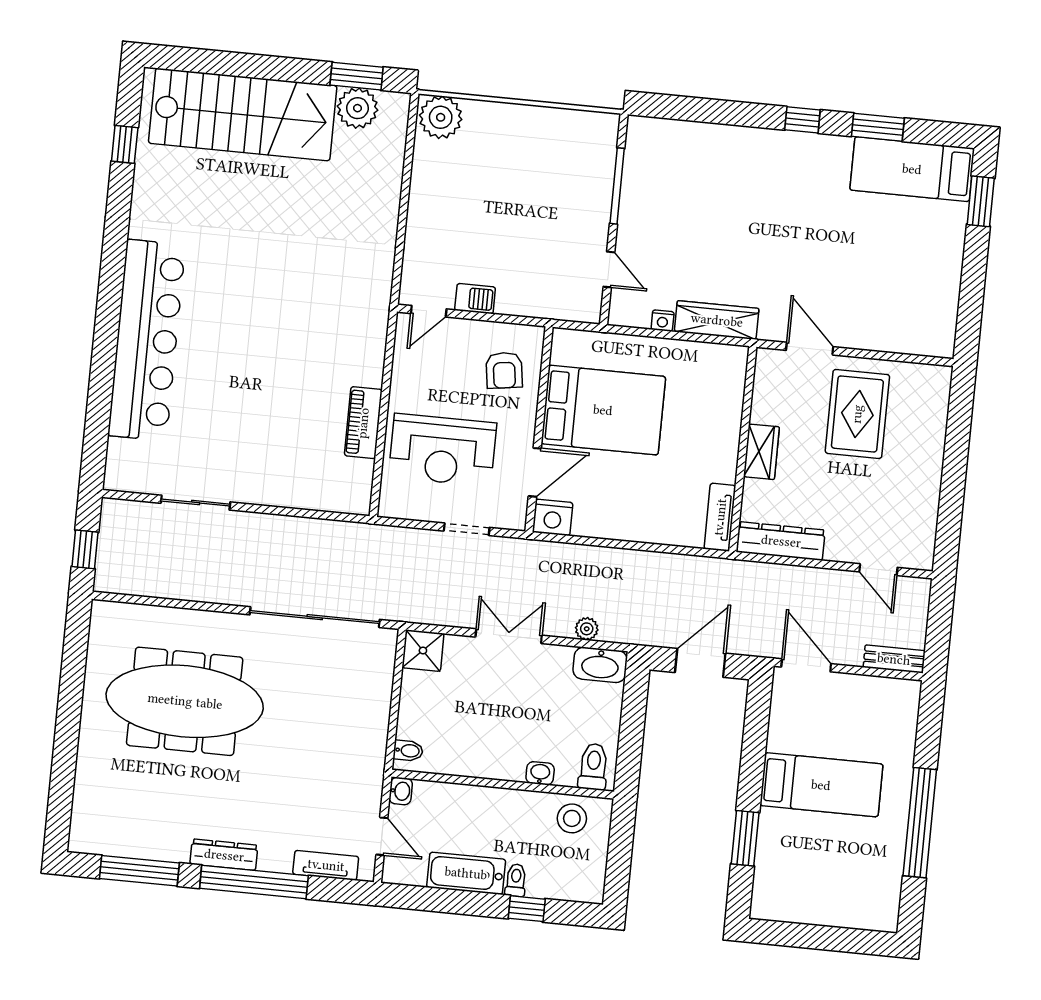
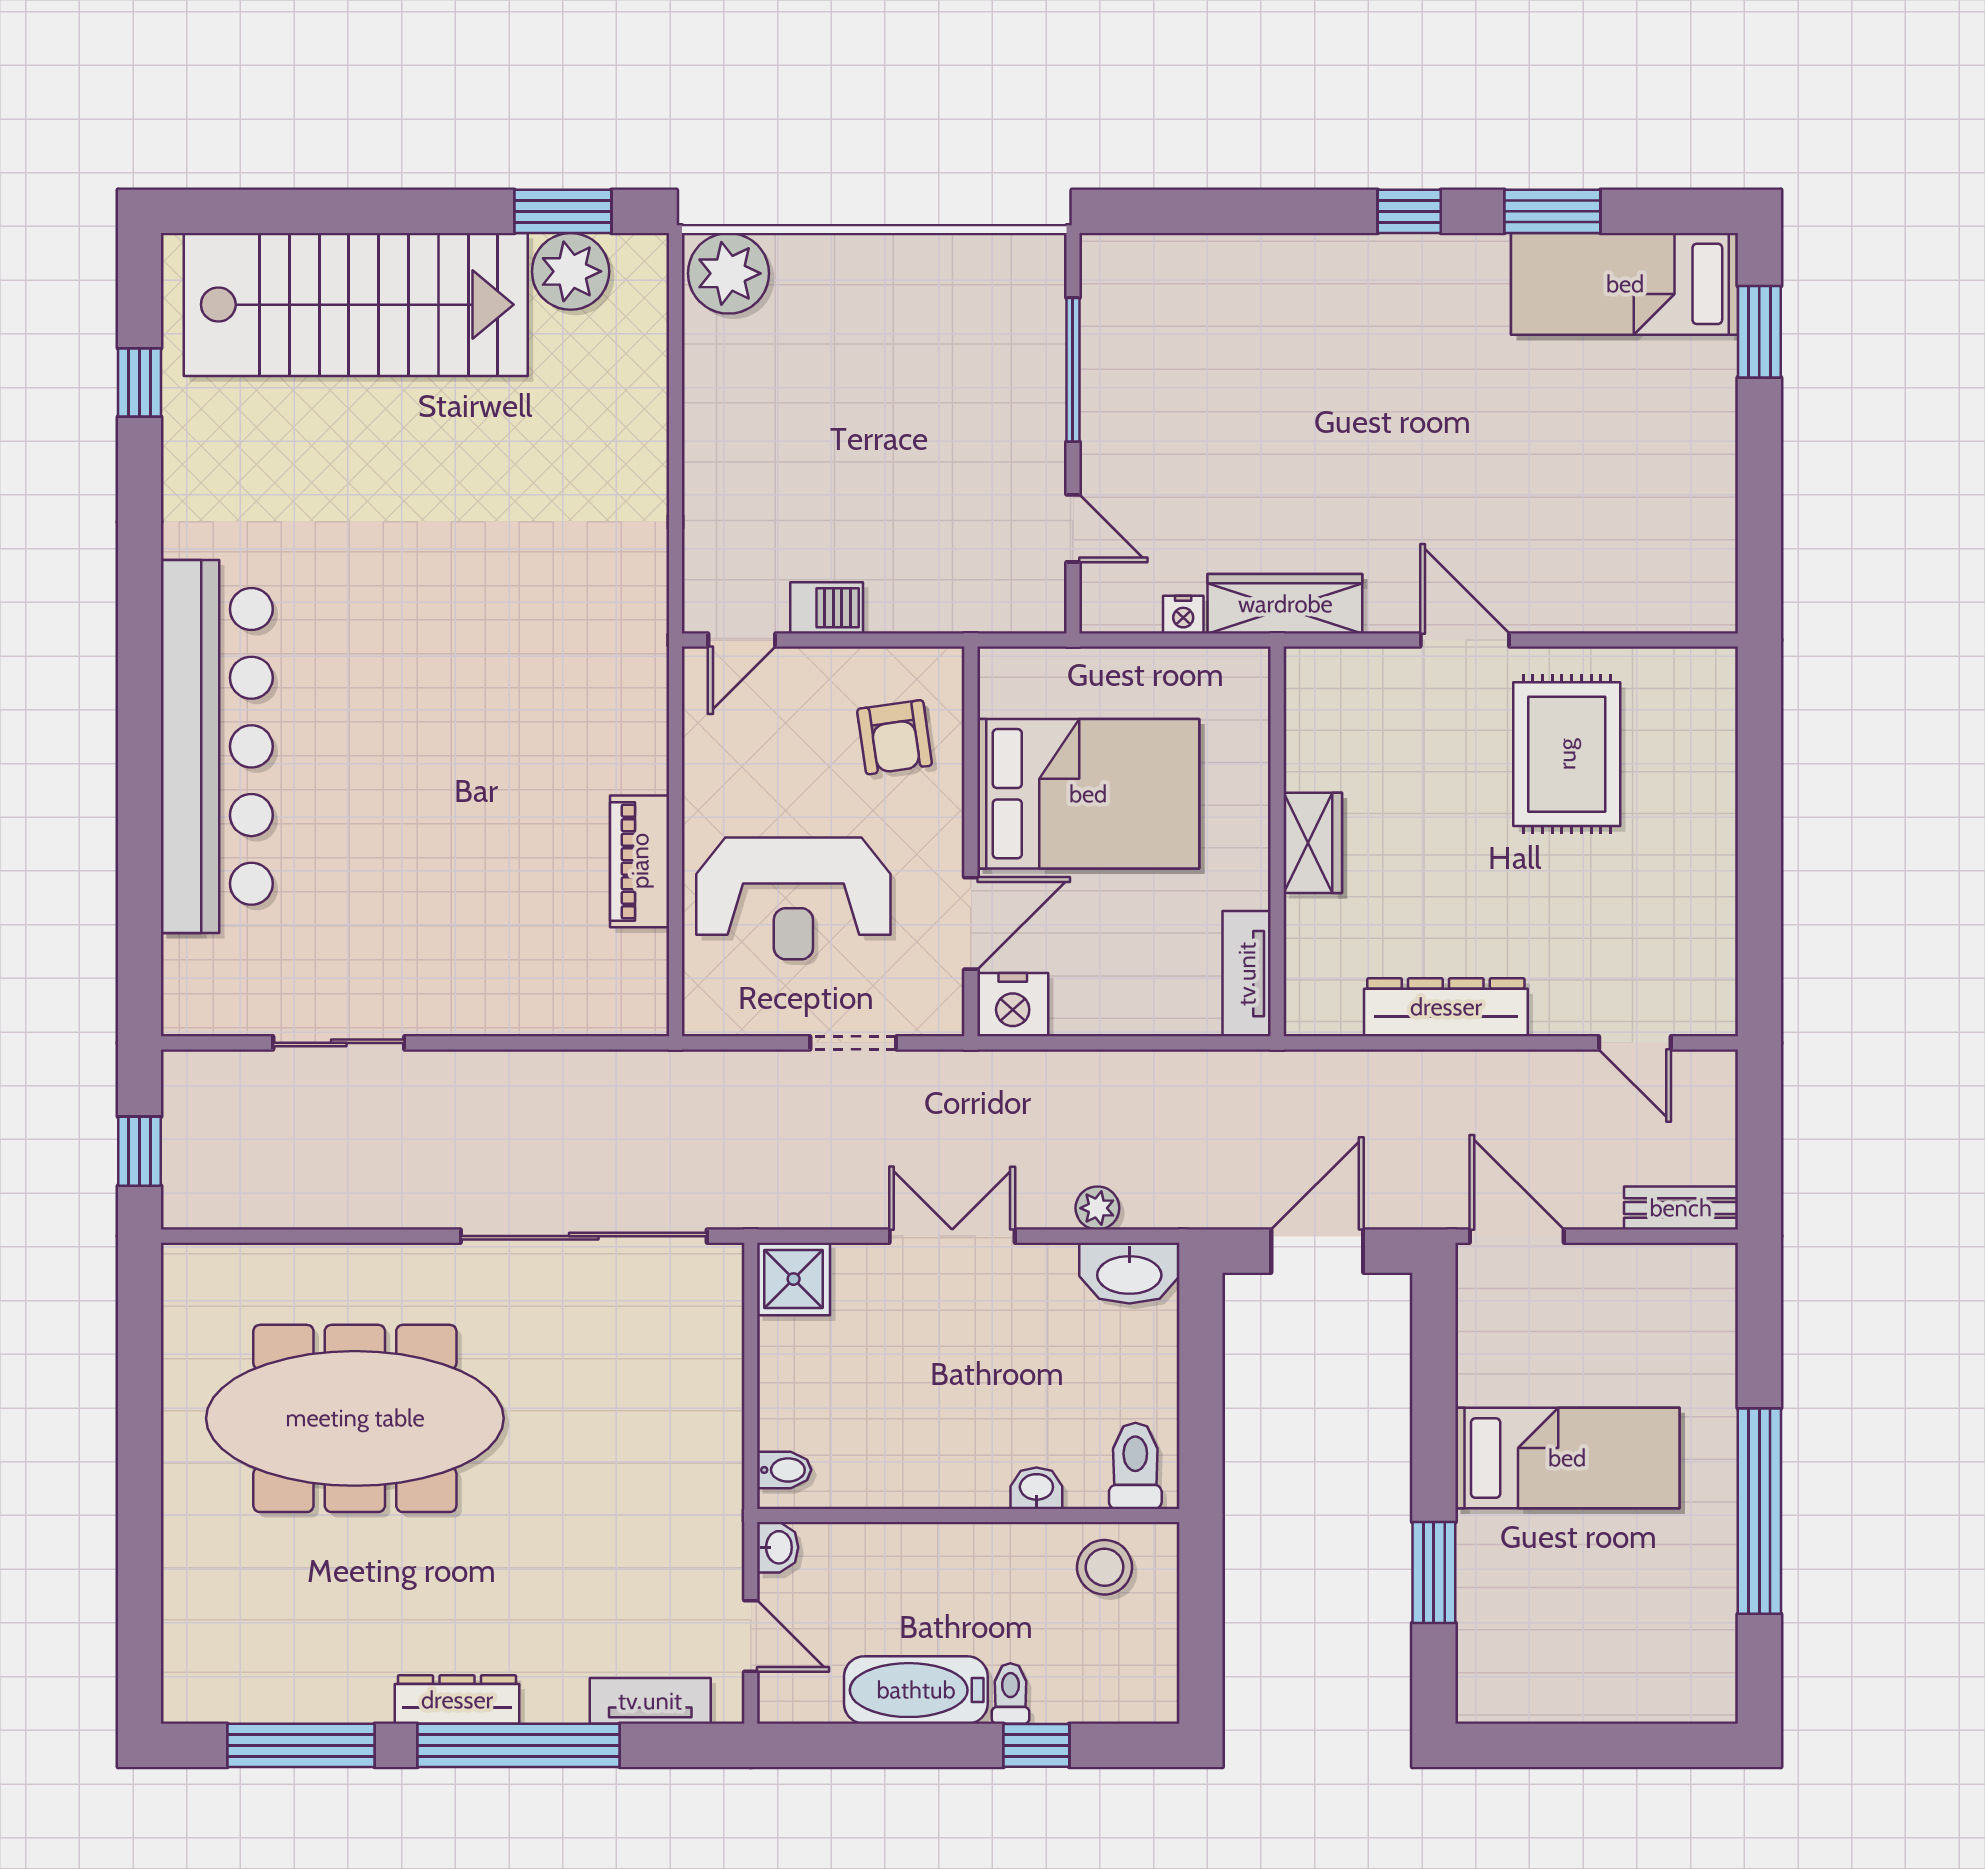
wall: (743, 449) -> (1277, 841), moved
wardrobe: (761, 452) -> (1313, 843), moved
tv unit: (720, 517) -> (1247, 974), moved

